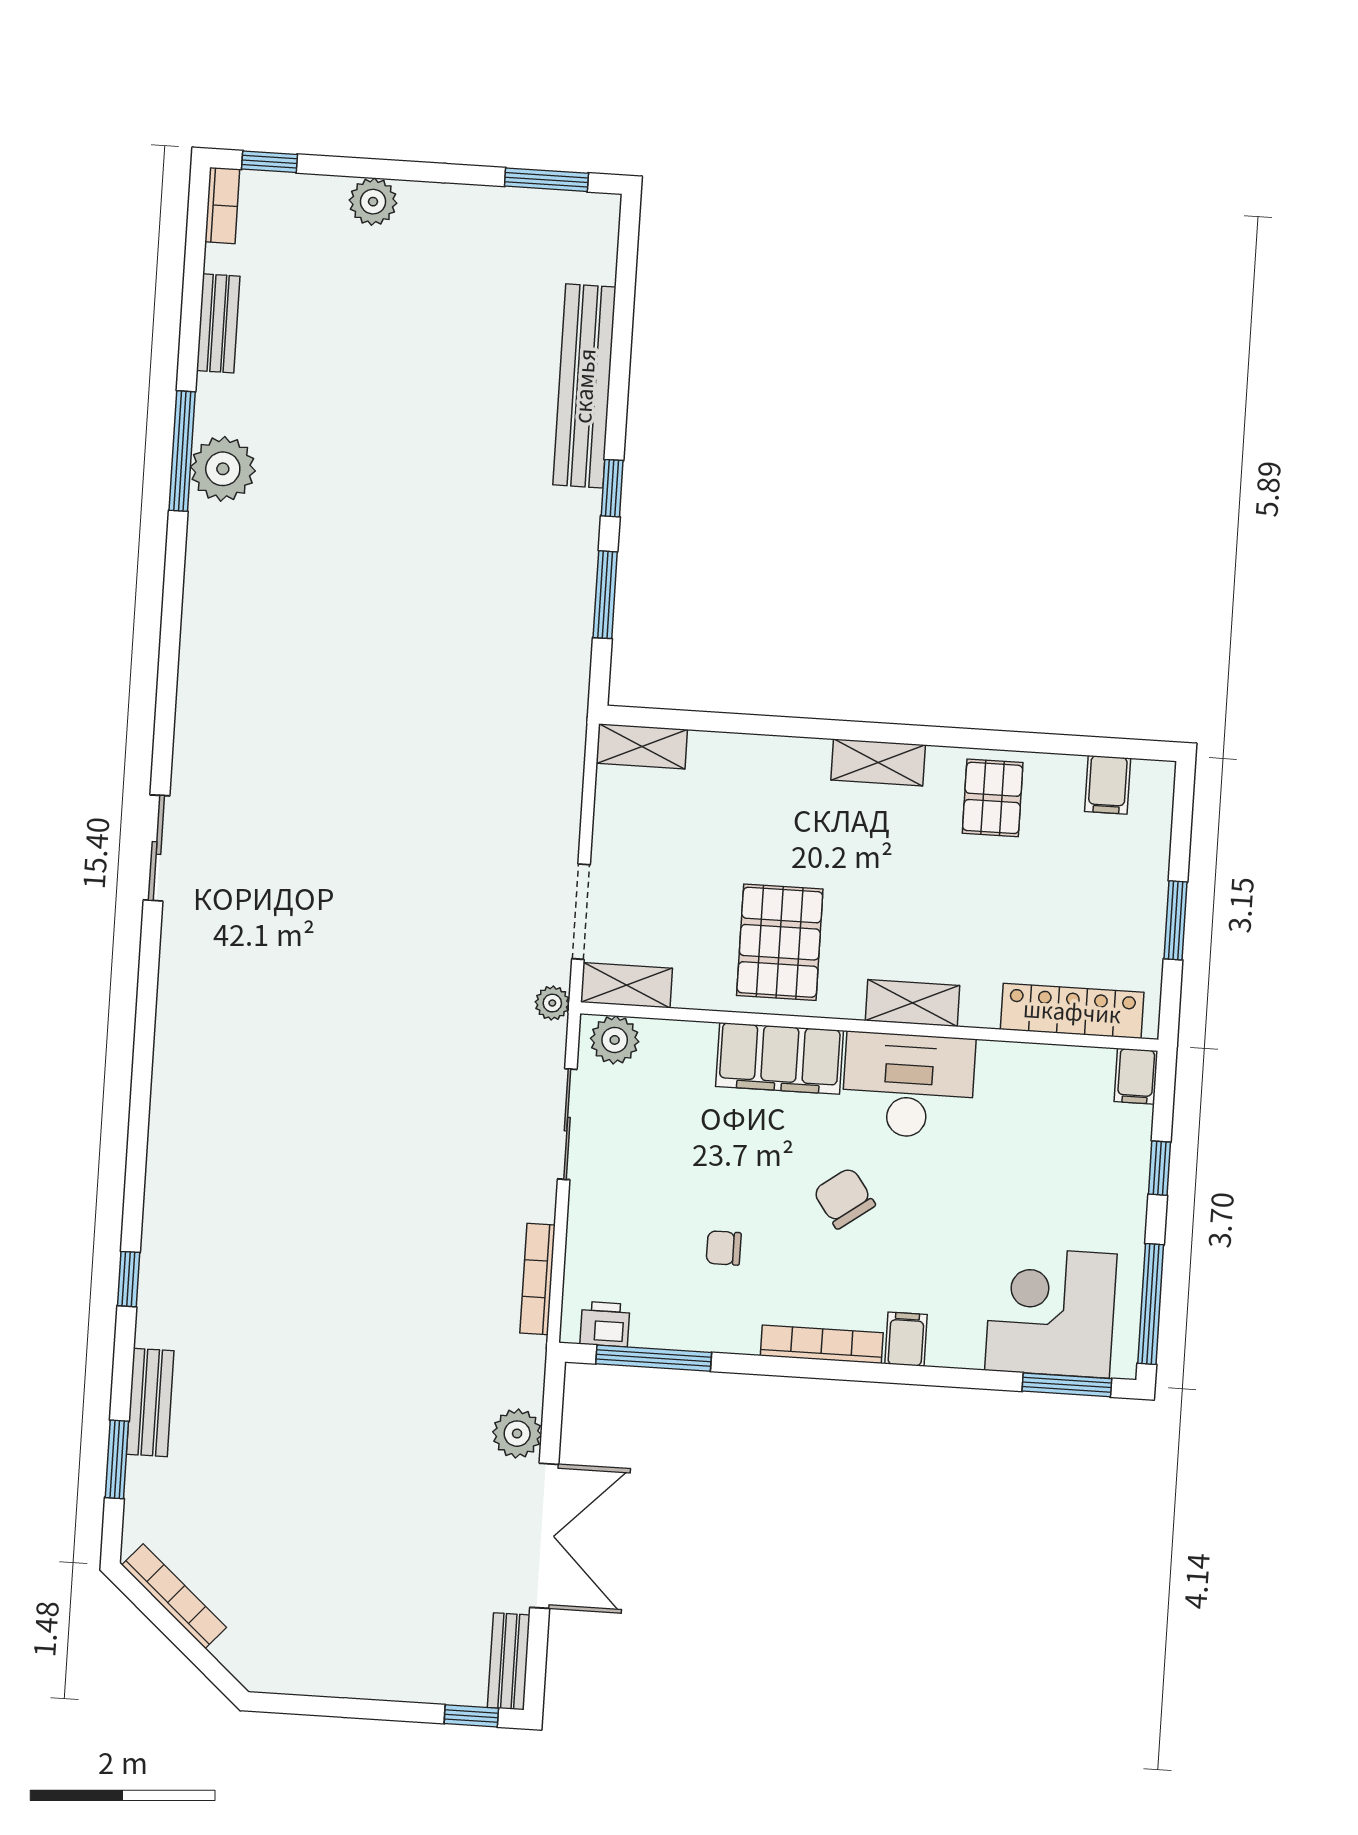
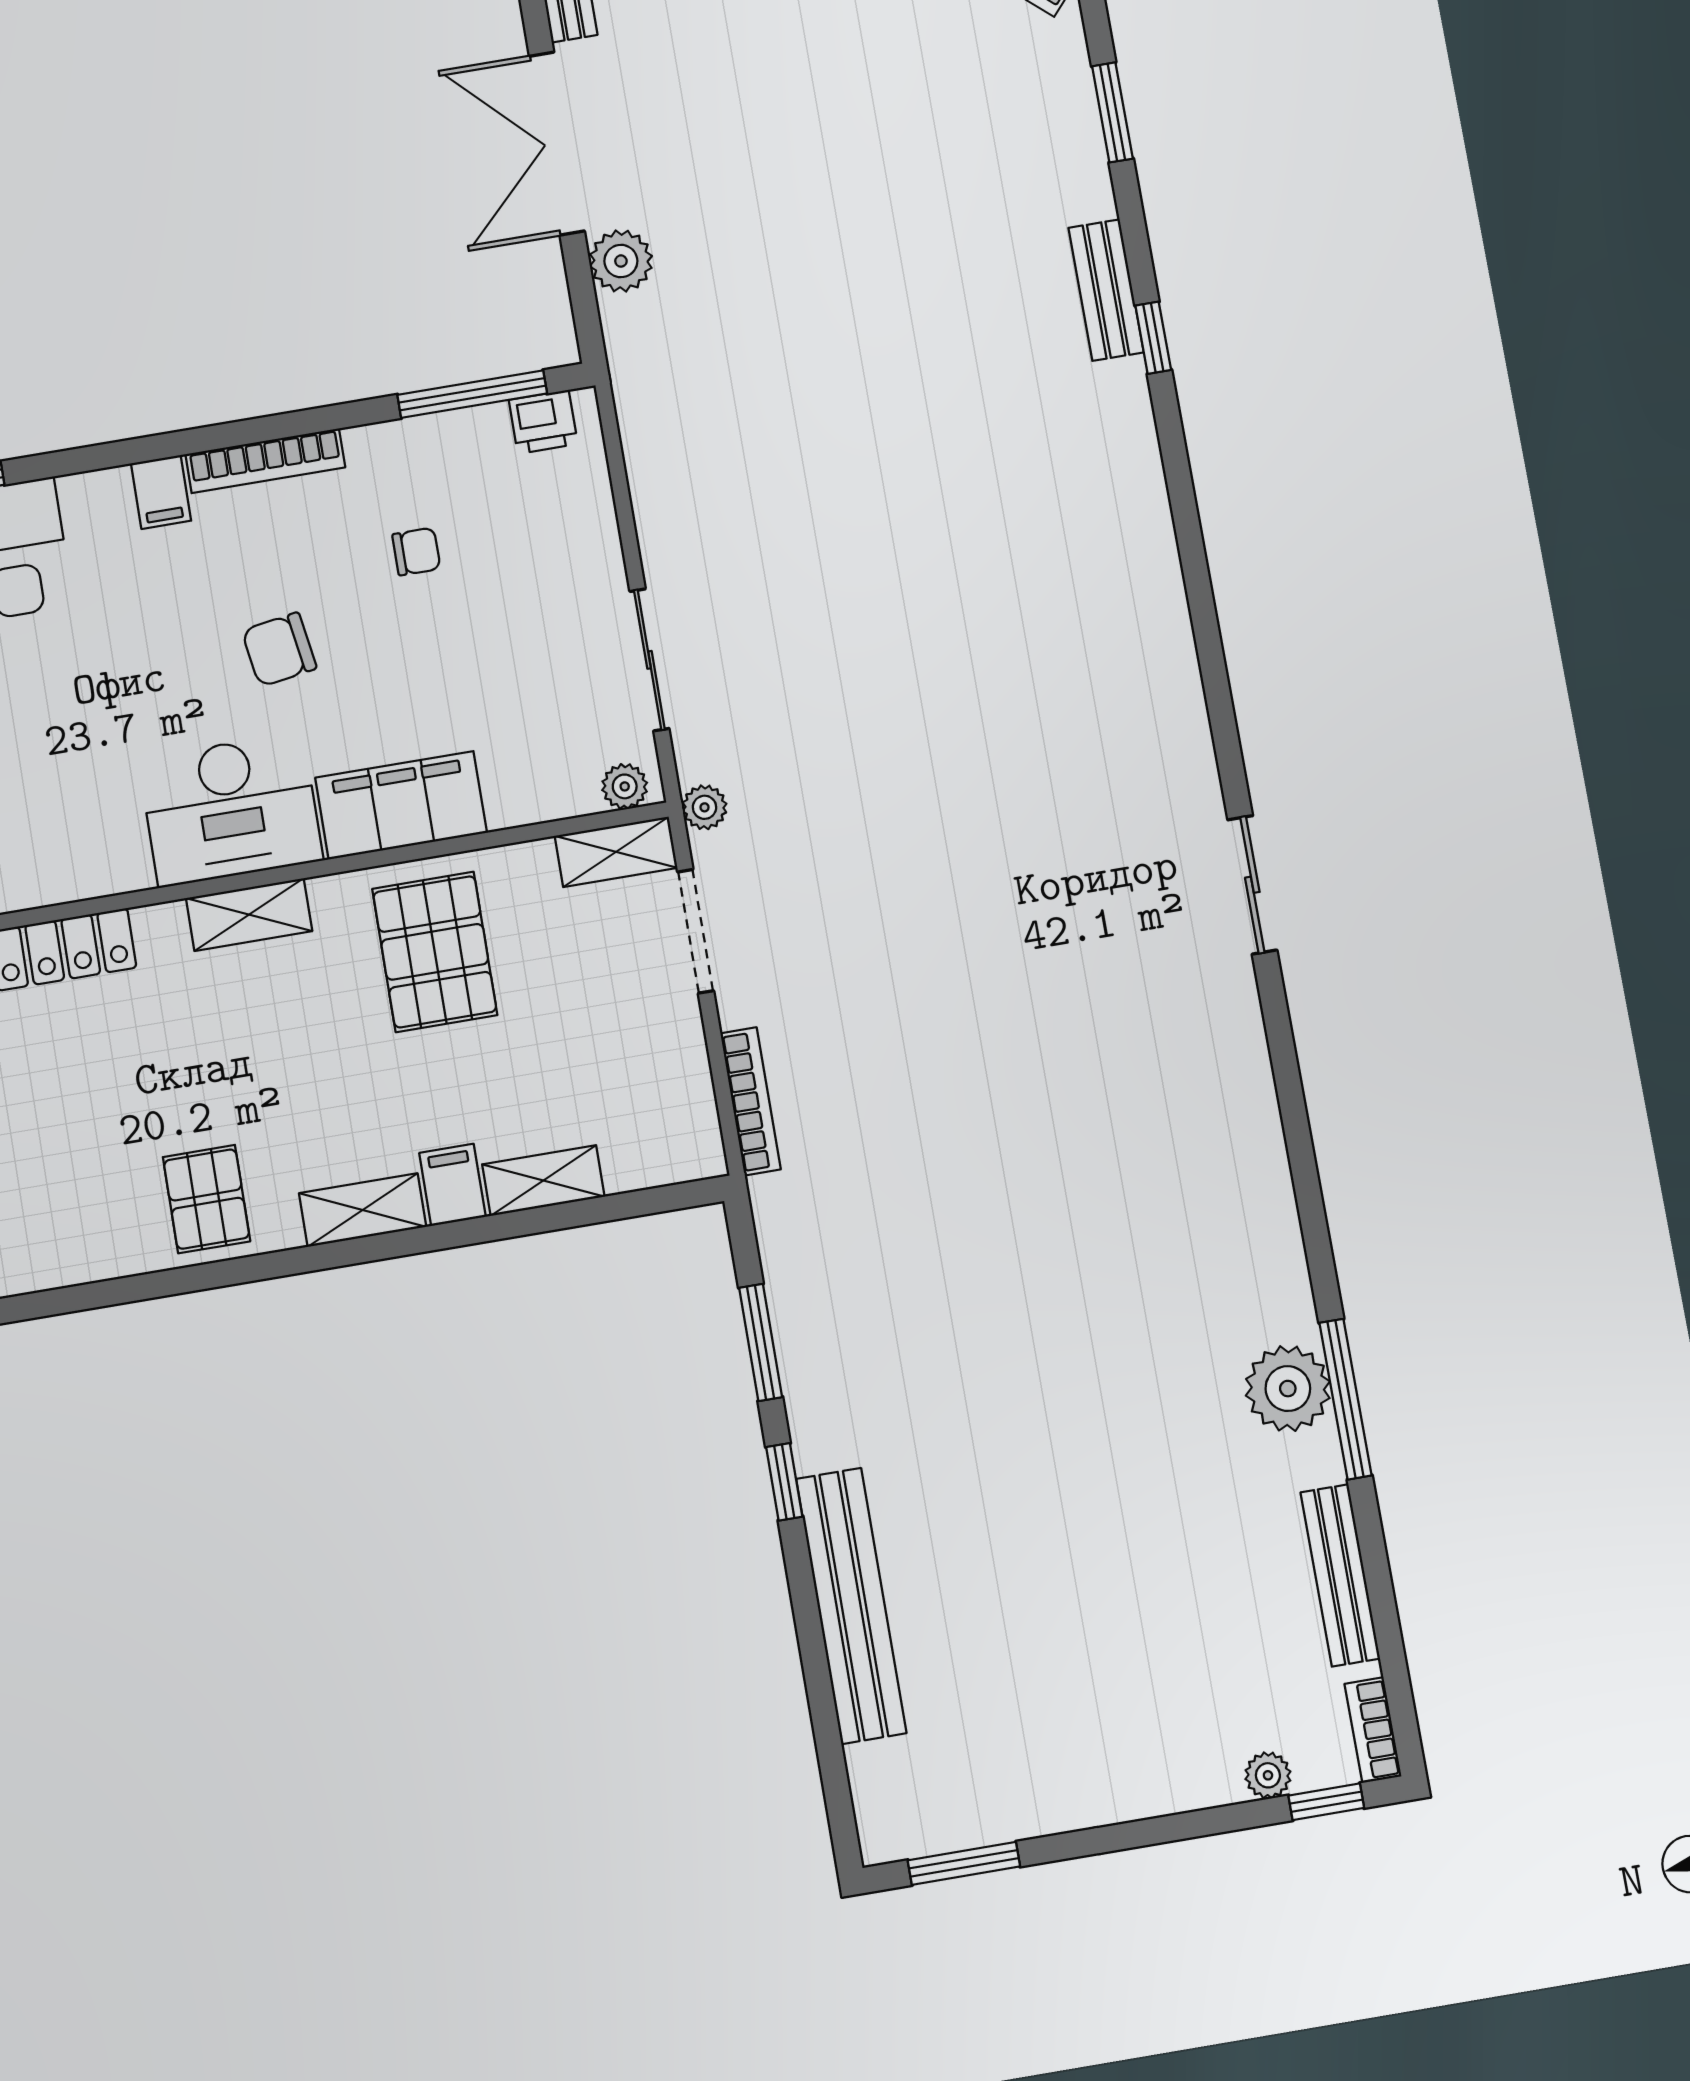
plant: (373, 202) -> (1268, 1775), moved, width x0.73, depth x0.73
bench: (218, 323) -> (1340, 1575), width x1.36
shelving: (642, 746) -> (543, 1180), moved
filing cabinet: (1108, 785) -> (452, 1185), moved
plant: (615, 1040) -> (625, 786), width x0.73, depth x0.73
chair: (844, 1198) -> (279, 649), turned 117
bookcase: (538, 1279) -> (751, 1101), moved
bench: (150, 1402) -> (1106, 290), moved

